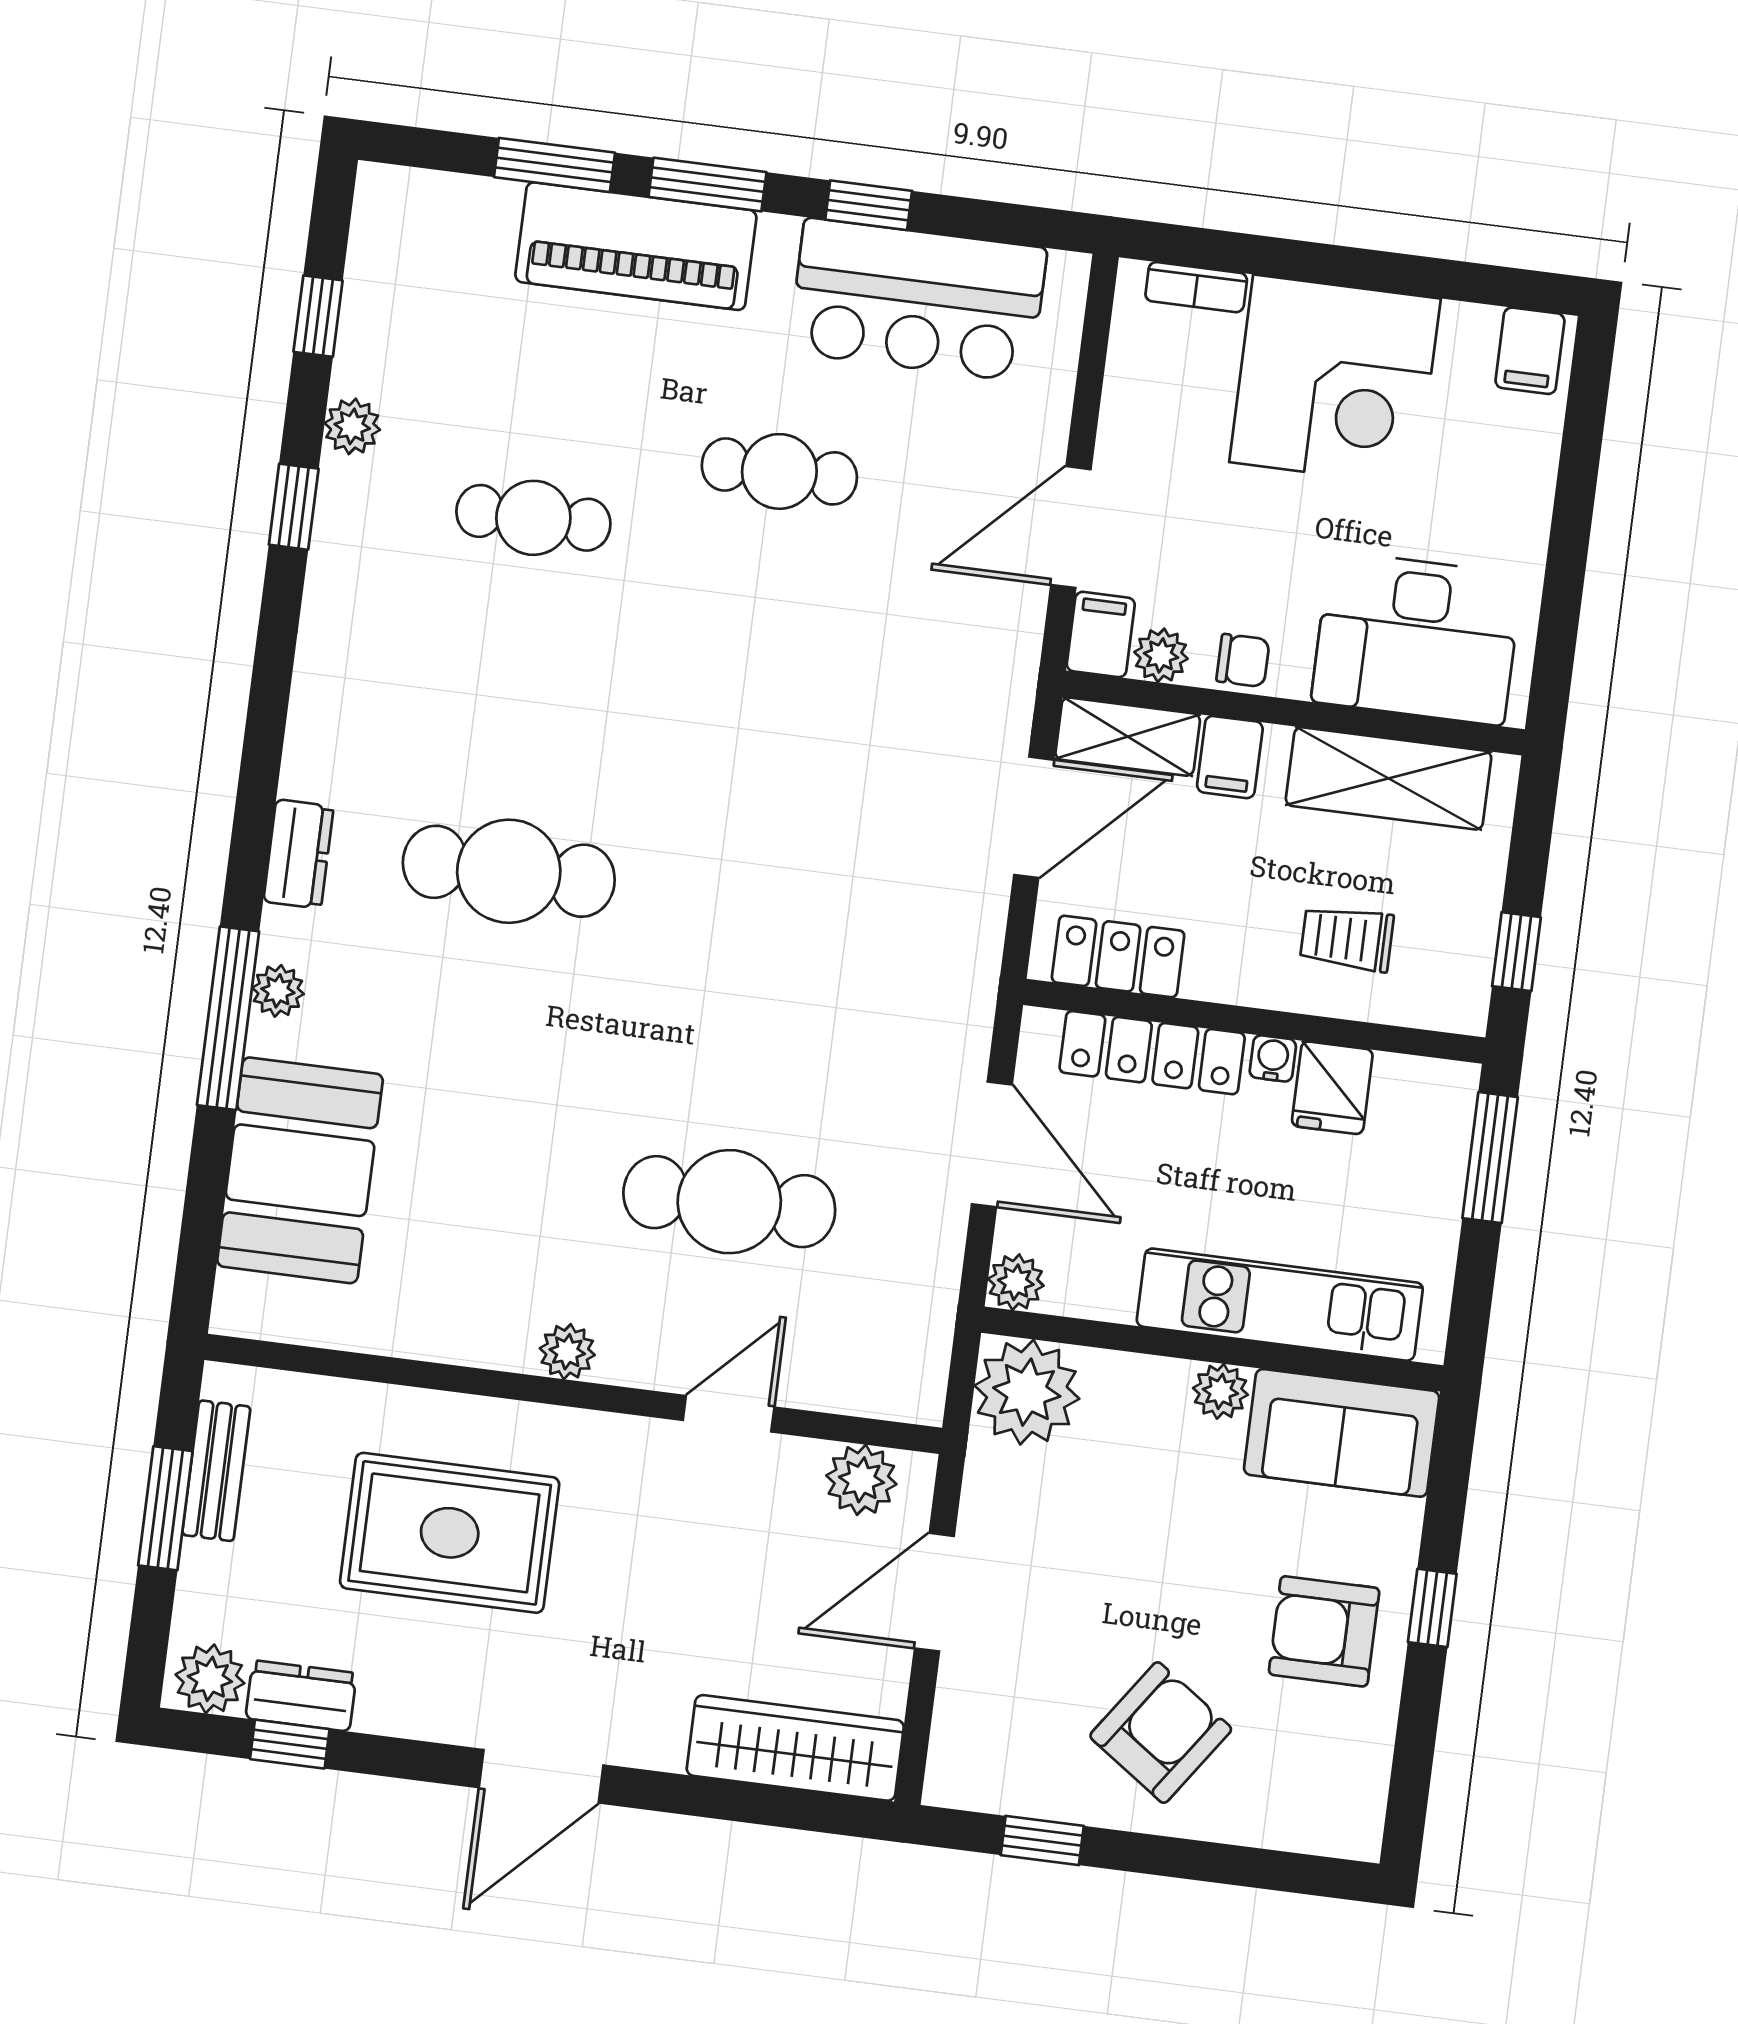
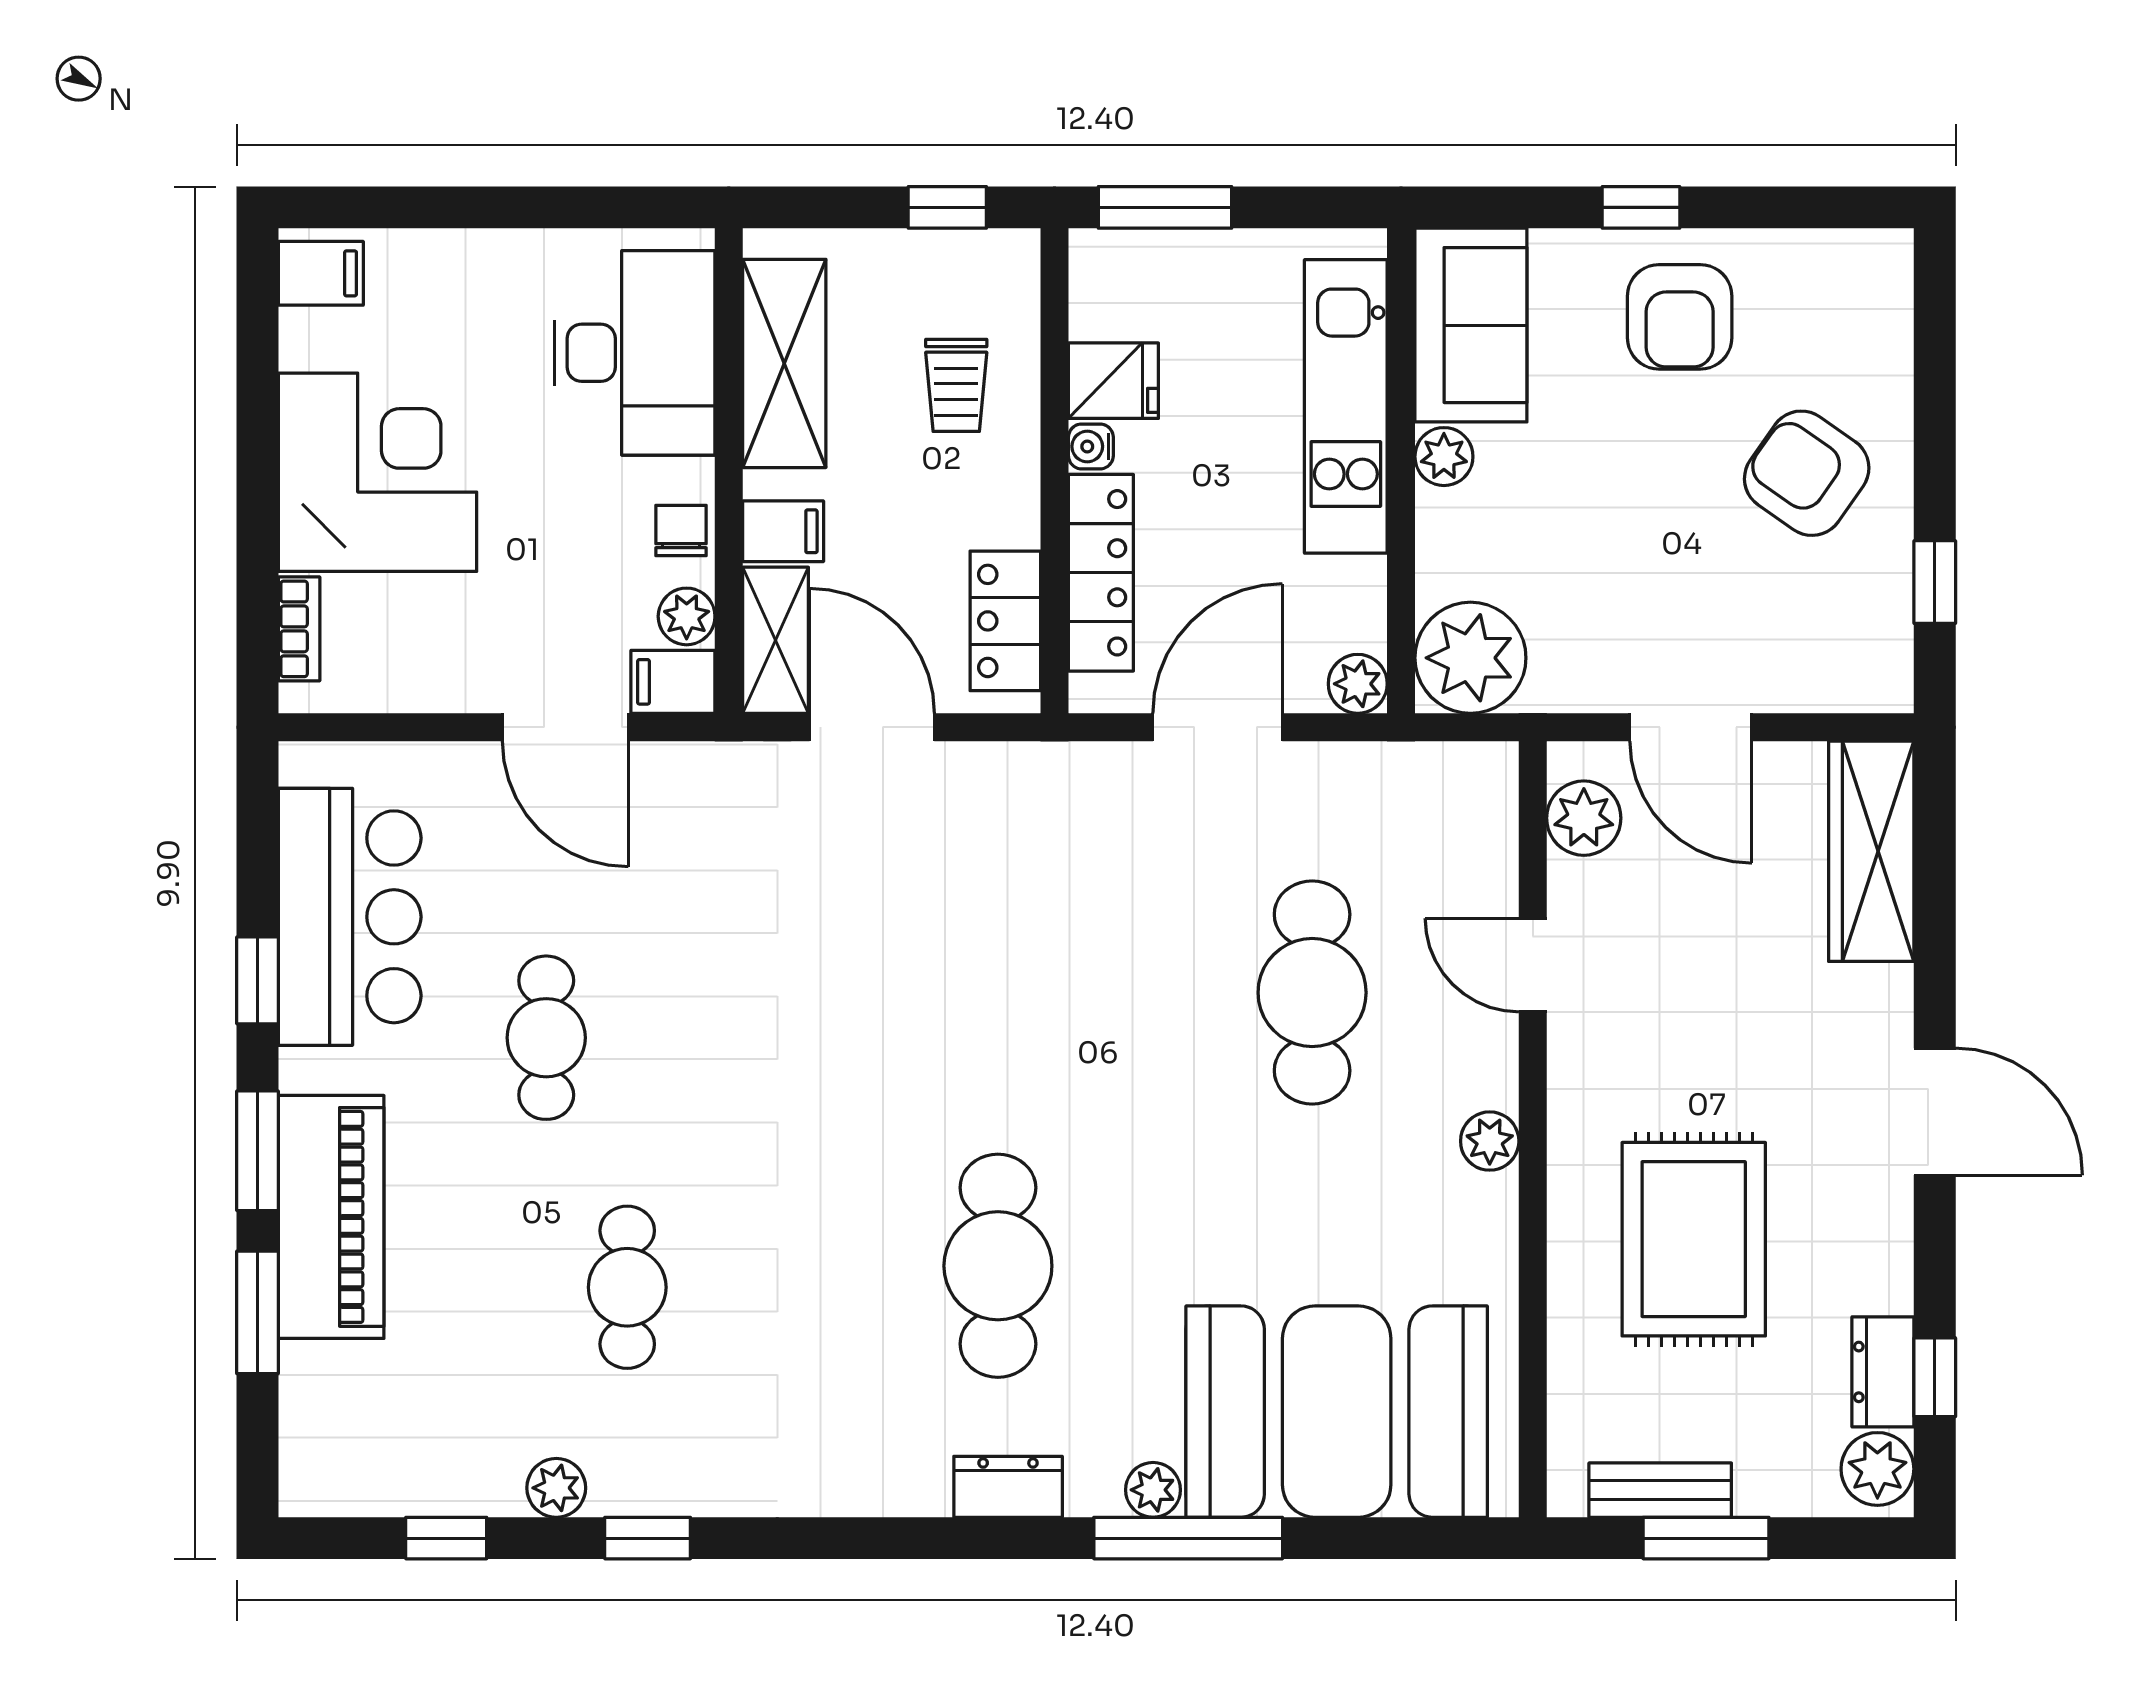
booth: (300, 1170) -> (1337, 1412), width x1.36, depth x1.42

